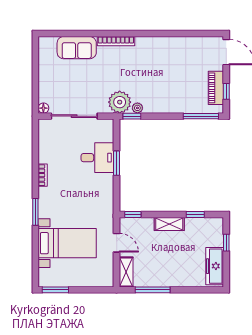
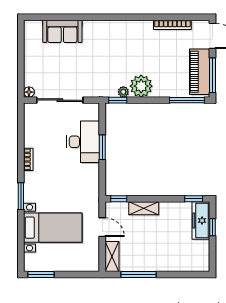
bookcase: (116, 41) -> (172, 25), moved
piano: (216, 88) -> (200, 72), width x1.37, depth x1.33
window: (226, 91) -> (212, 75), width x2.17
plant: (120, 102) -> (141, 86), moved
desk: (97, 158) -> (83, 142), width x1.37
window: (195, 214) -> (194, 199), moved
shelving: (169, 224) -> (144, 208), moved
freezer: (215, 266) -> (201, 220), moved

